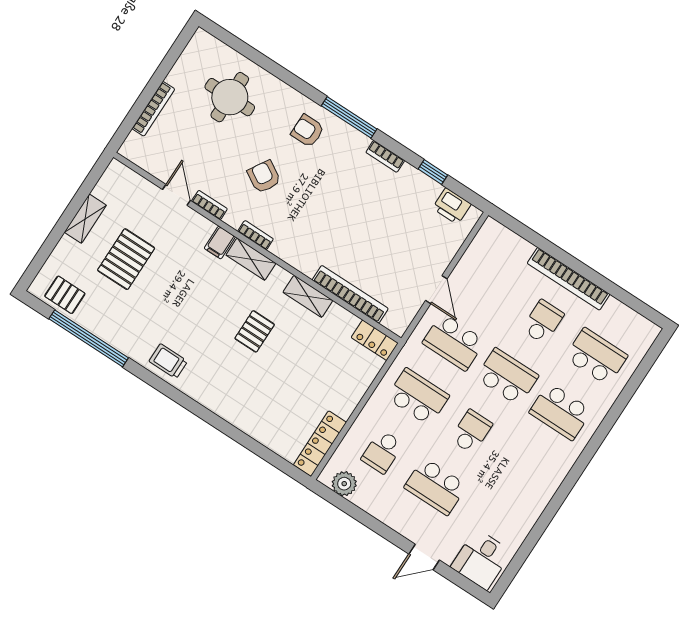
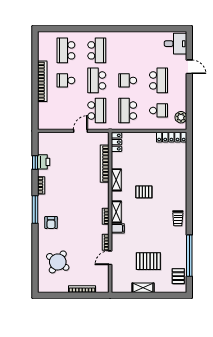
round table: (230, 97) -> (58, 262), turned 34
armchair: (264, 177) -> (80, 228), removed
printer: (452, 206) -> (44, 162), moved

